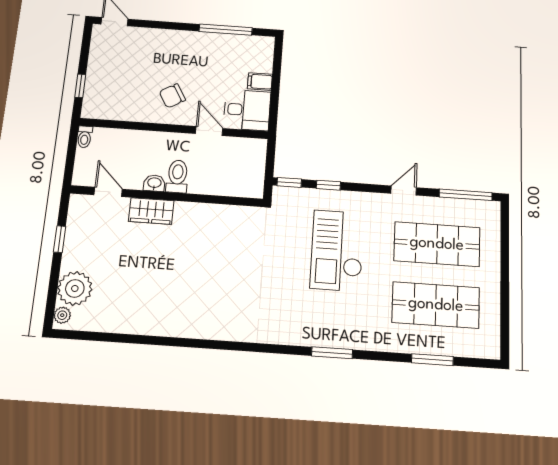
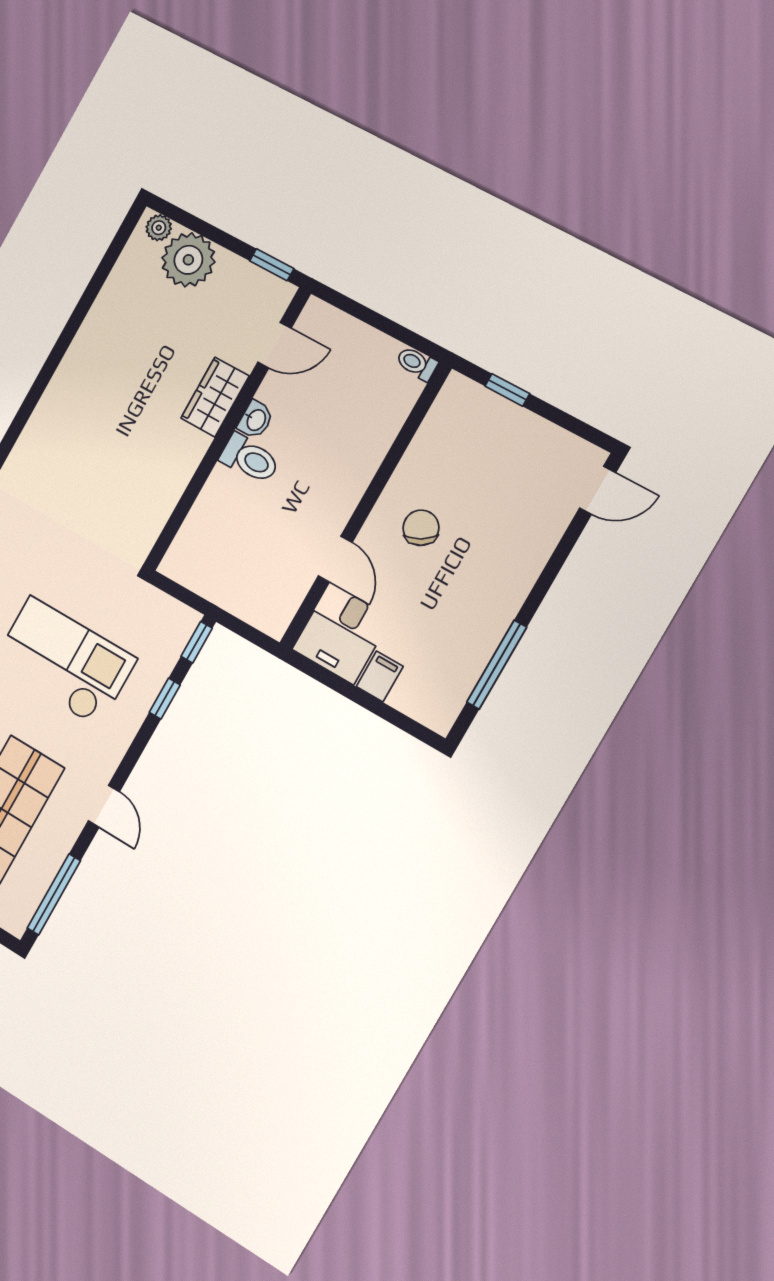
door: (209, 131) -> (335, 559), hinge flipped
toilet: (177, 176) -> (250, 459), moved
washbasin: (154, 183) -> (256, 420), moved
door: (108, 192) -> (274, 345), moved
wall: (167, 196) -> (227, 430), moved
wardrobe: (151, 211) -> (215, 397), moved

